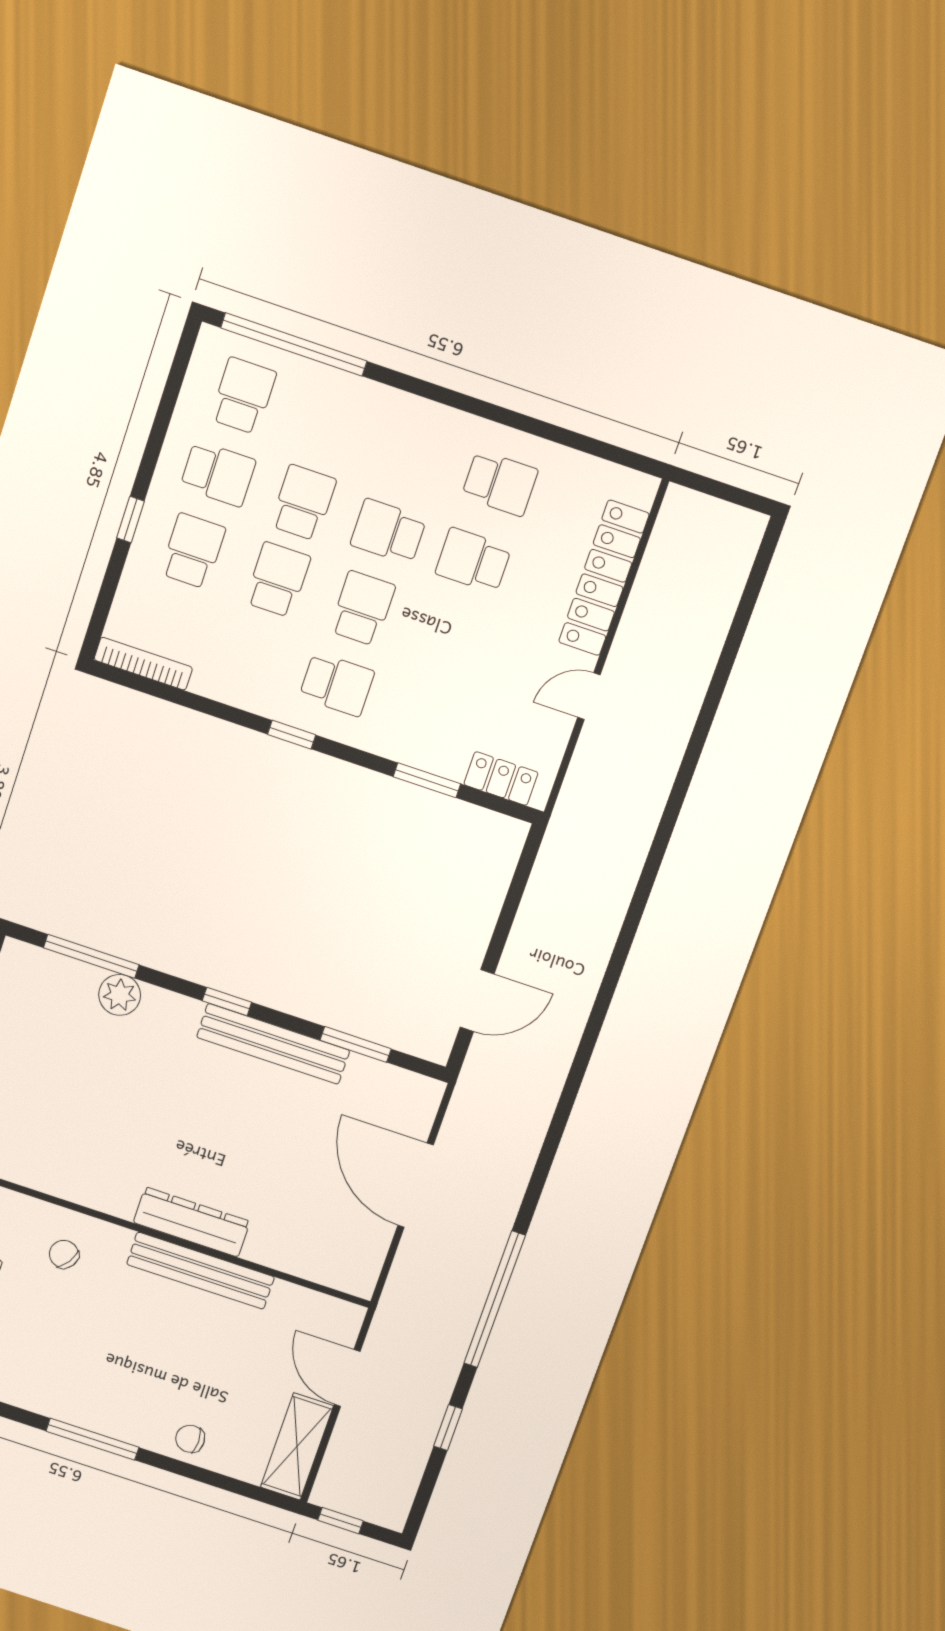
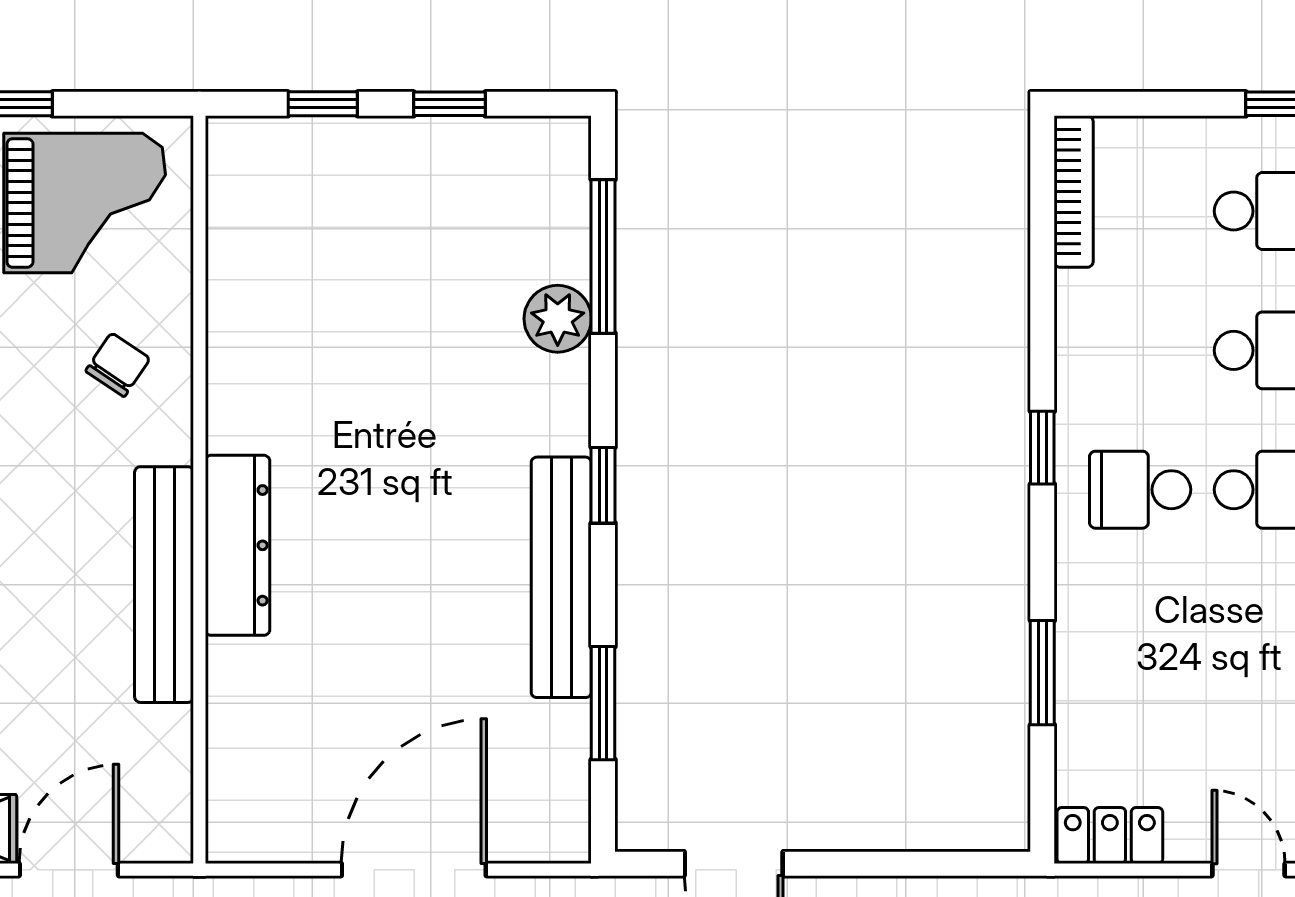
school desk: (337, 684) -> (1140, 490), turned 90
locker: (501, 779) -> (1110, 836), moved, turned -90

